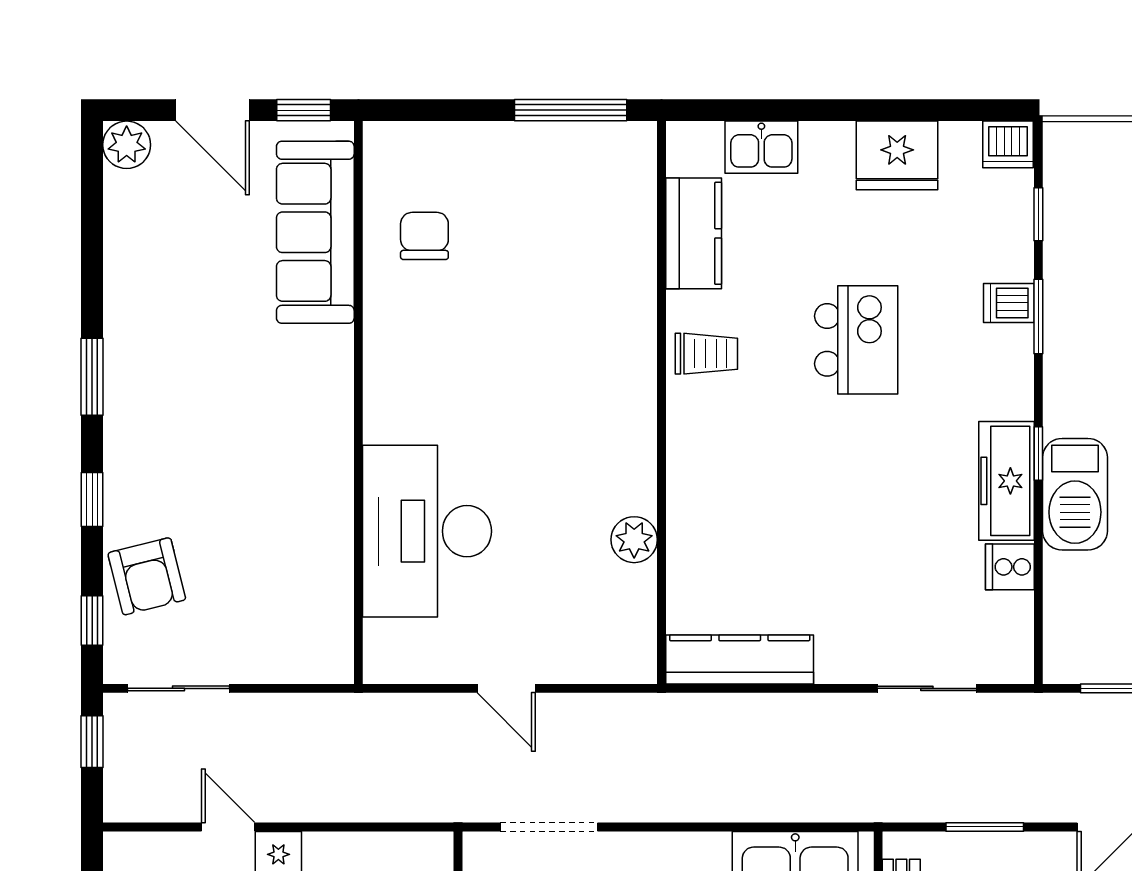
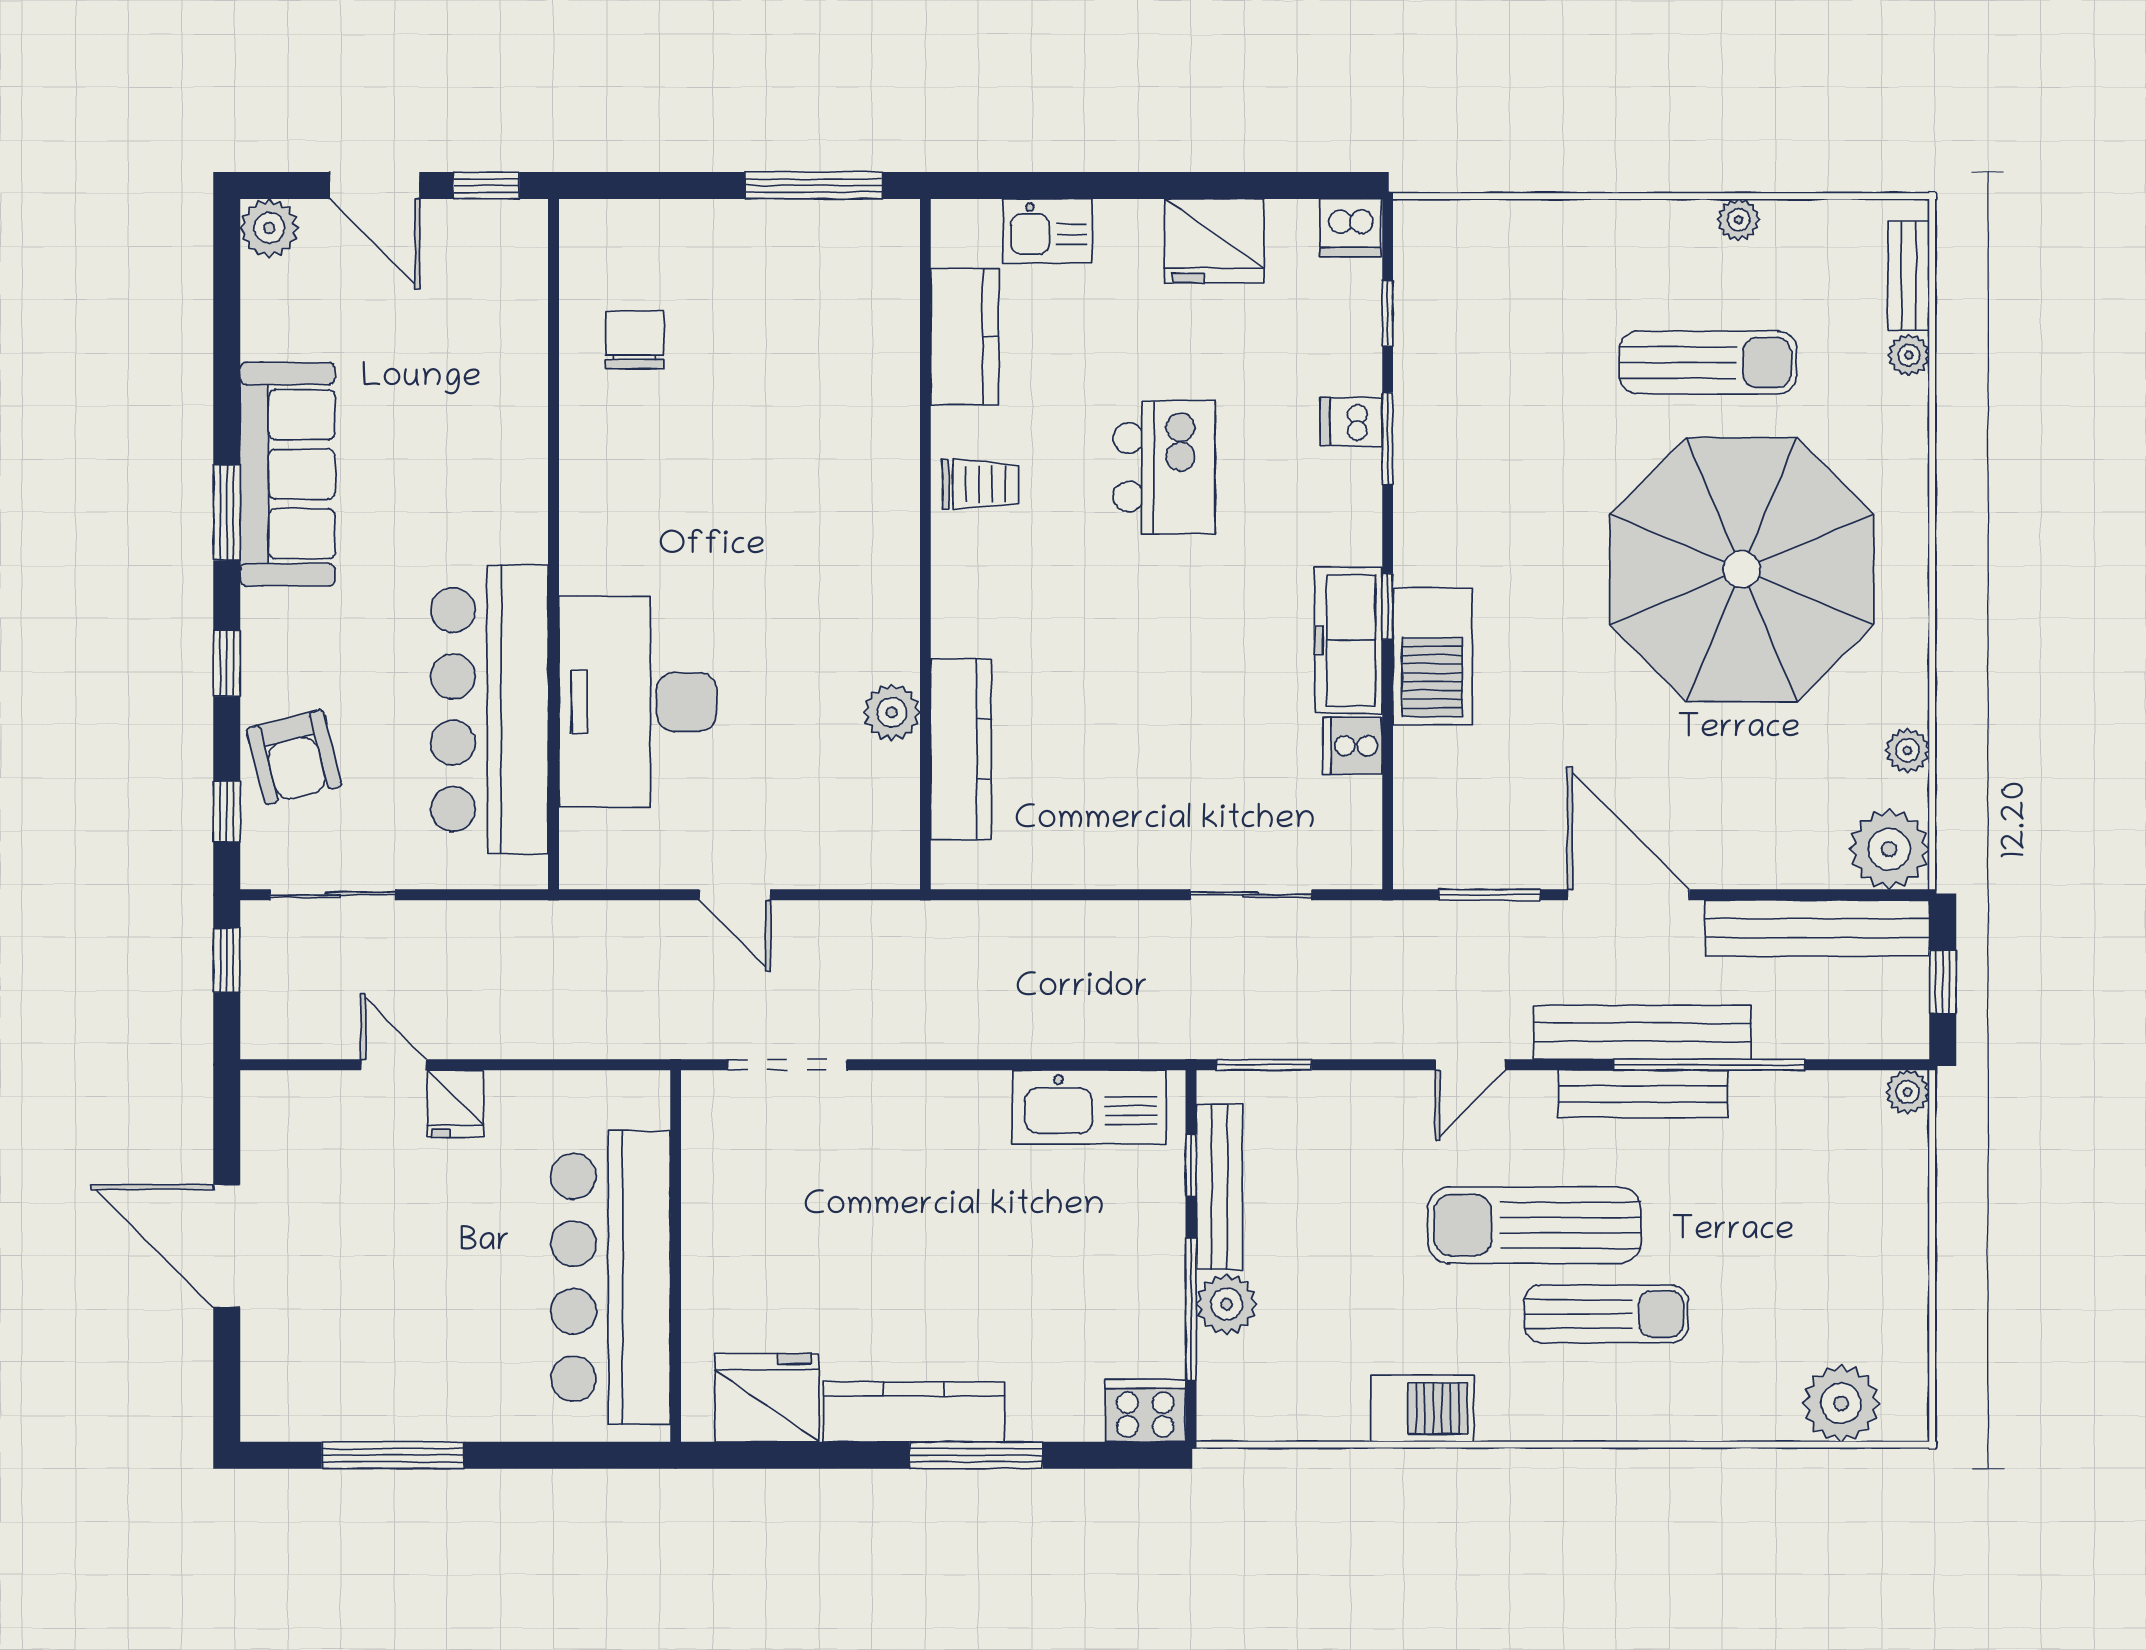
sofa: (315, 232) -> (288, 474), moved, turned 180
bar counter: (306, 537) -> (489, 710), added
kitchen counter: (740, 659) -> (961, 749), moved, turned 90
window: (985, 827) -> (1264, 1065), moved

